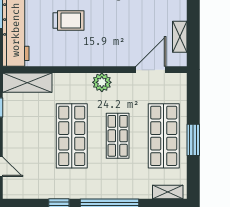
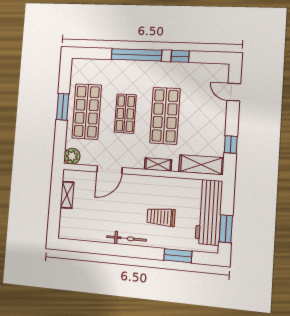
door: (151, 70) -> (109, 170), moved
plant: (102, 82) -> (72, 156), moved
shelving: (168, 192) -> (158, 164), moved

